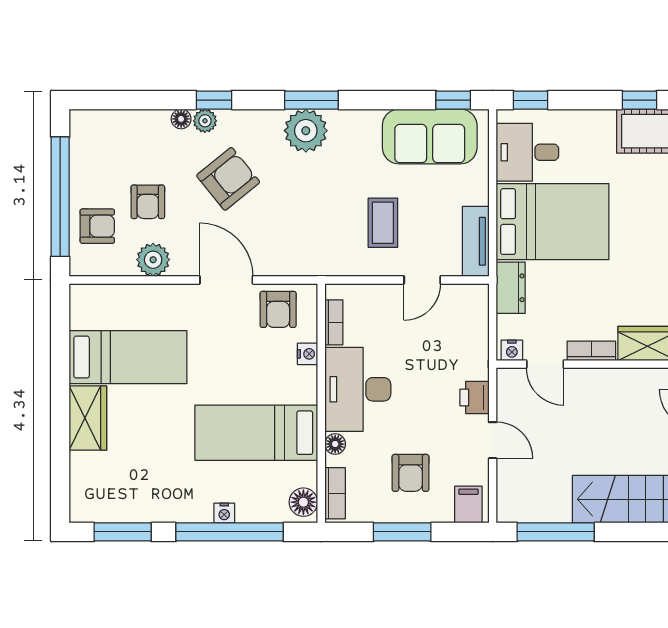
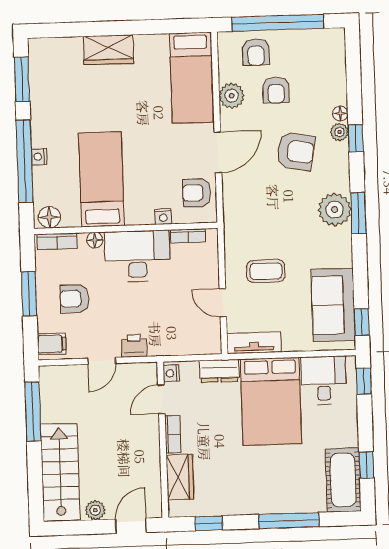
armchair: (228, 179) -> (296, 151), turned -41
armchair: (148, 202) -> (276, 90), turned -90
bed: (128, 357) -> (191, 78), moved

